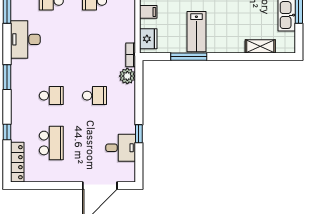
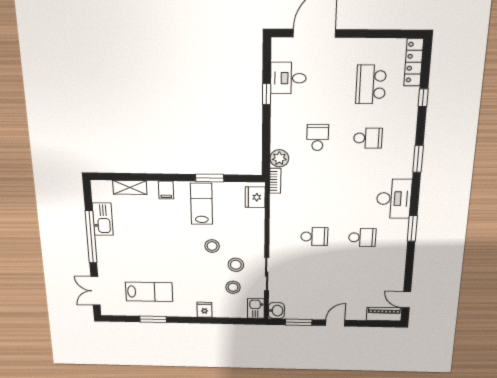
filing cabinet: (148, 12) -> (166, 190), moved, turned -90
window: (189, 57) -> (210, 178), width x0.69
school desk: (51, 96) -> (368, 138), turned 180
school desk: (95, 96) -> (318, 137), turned 90

